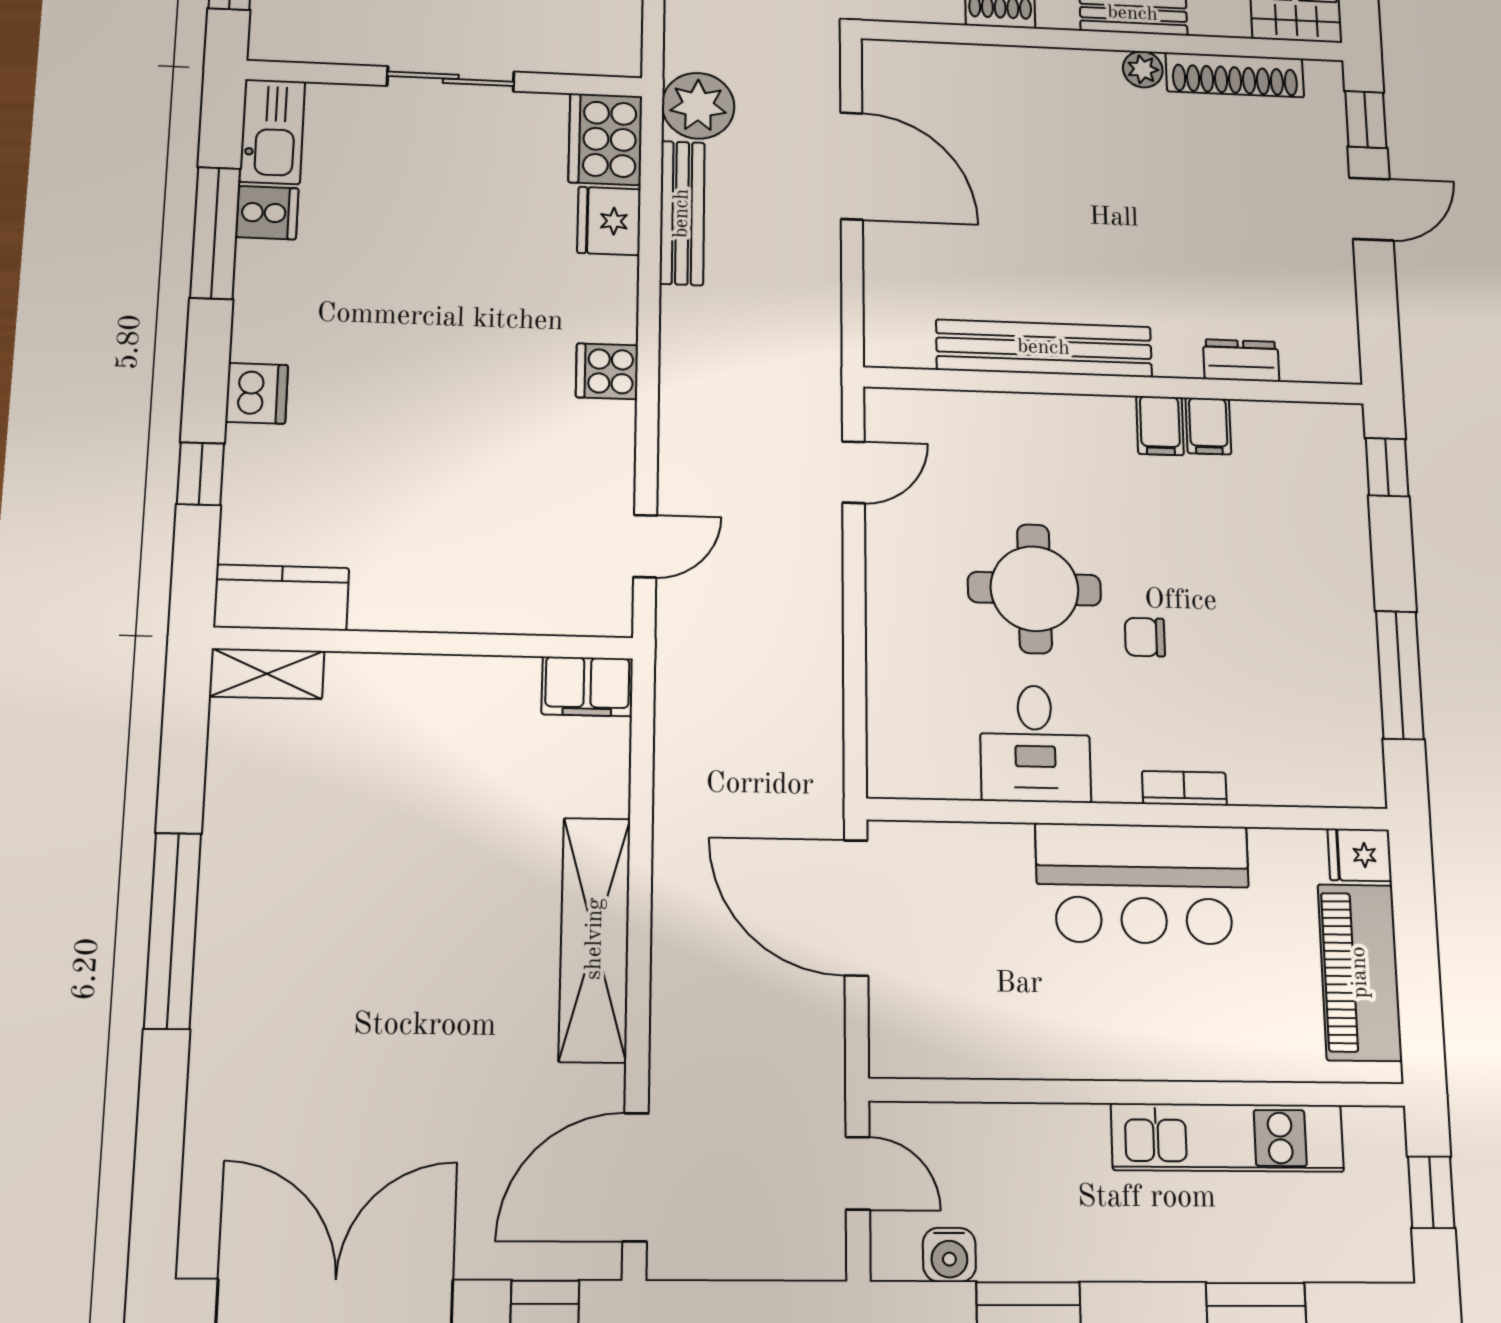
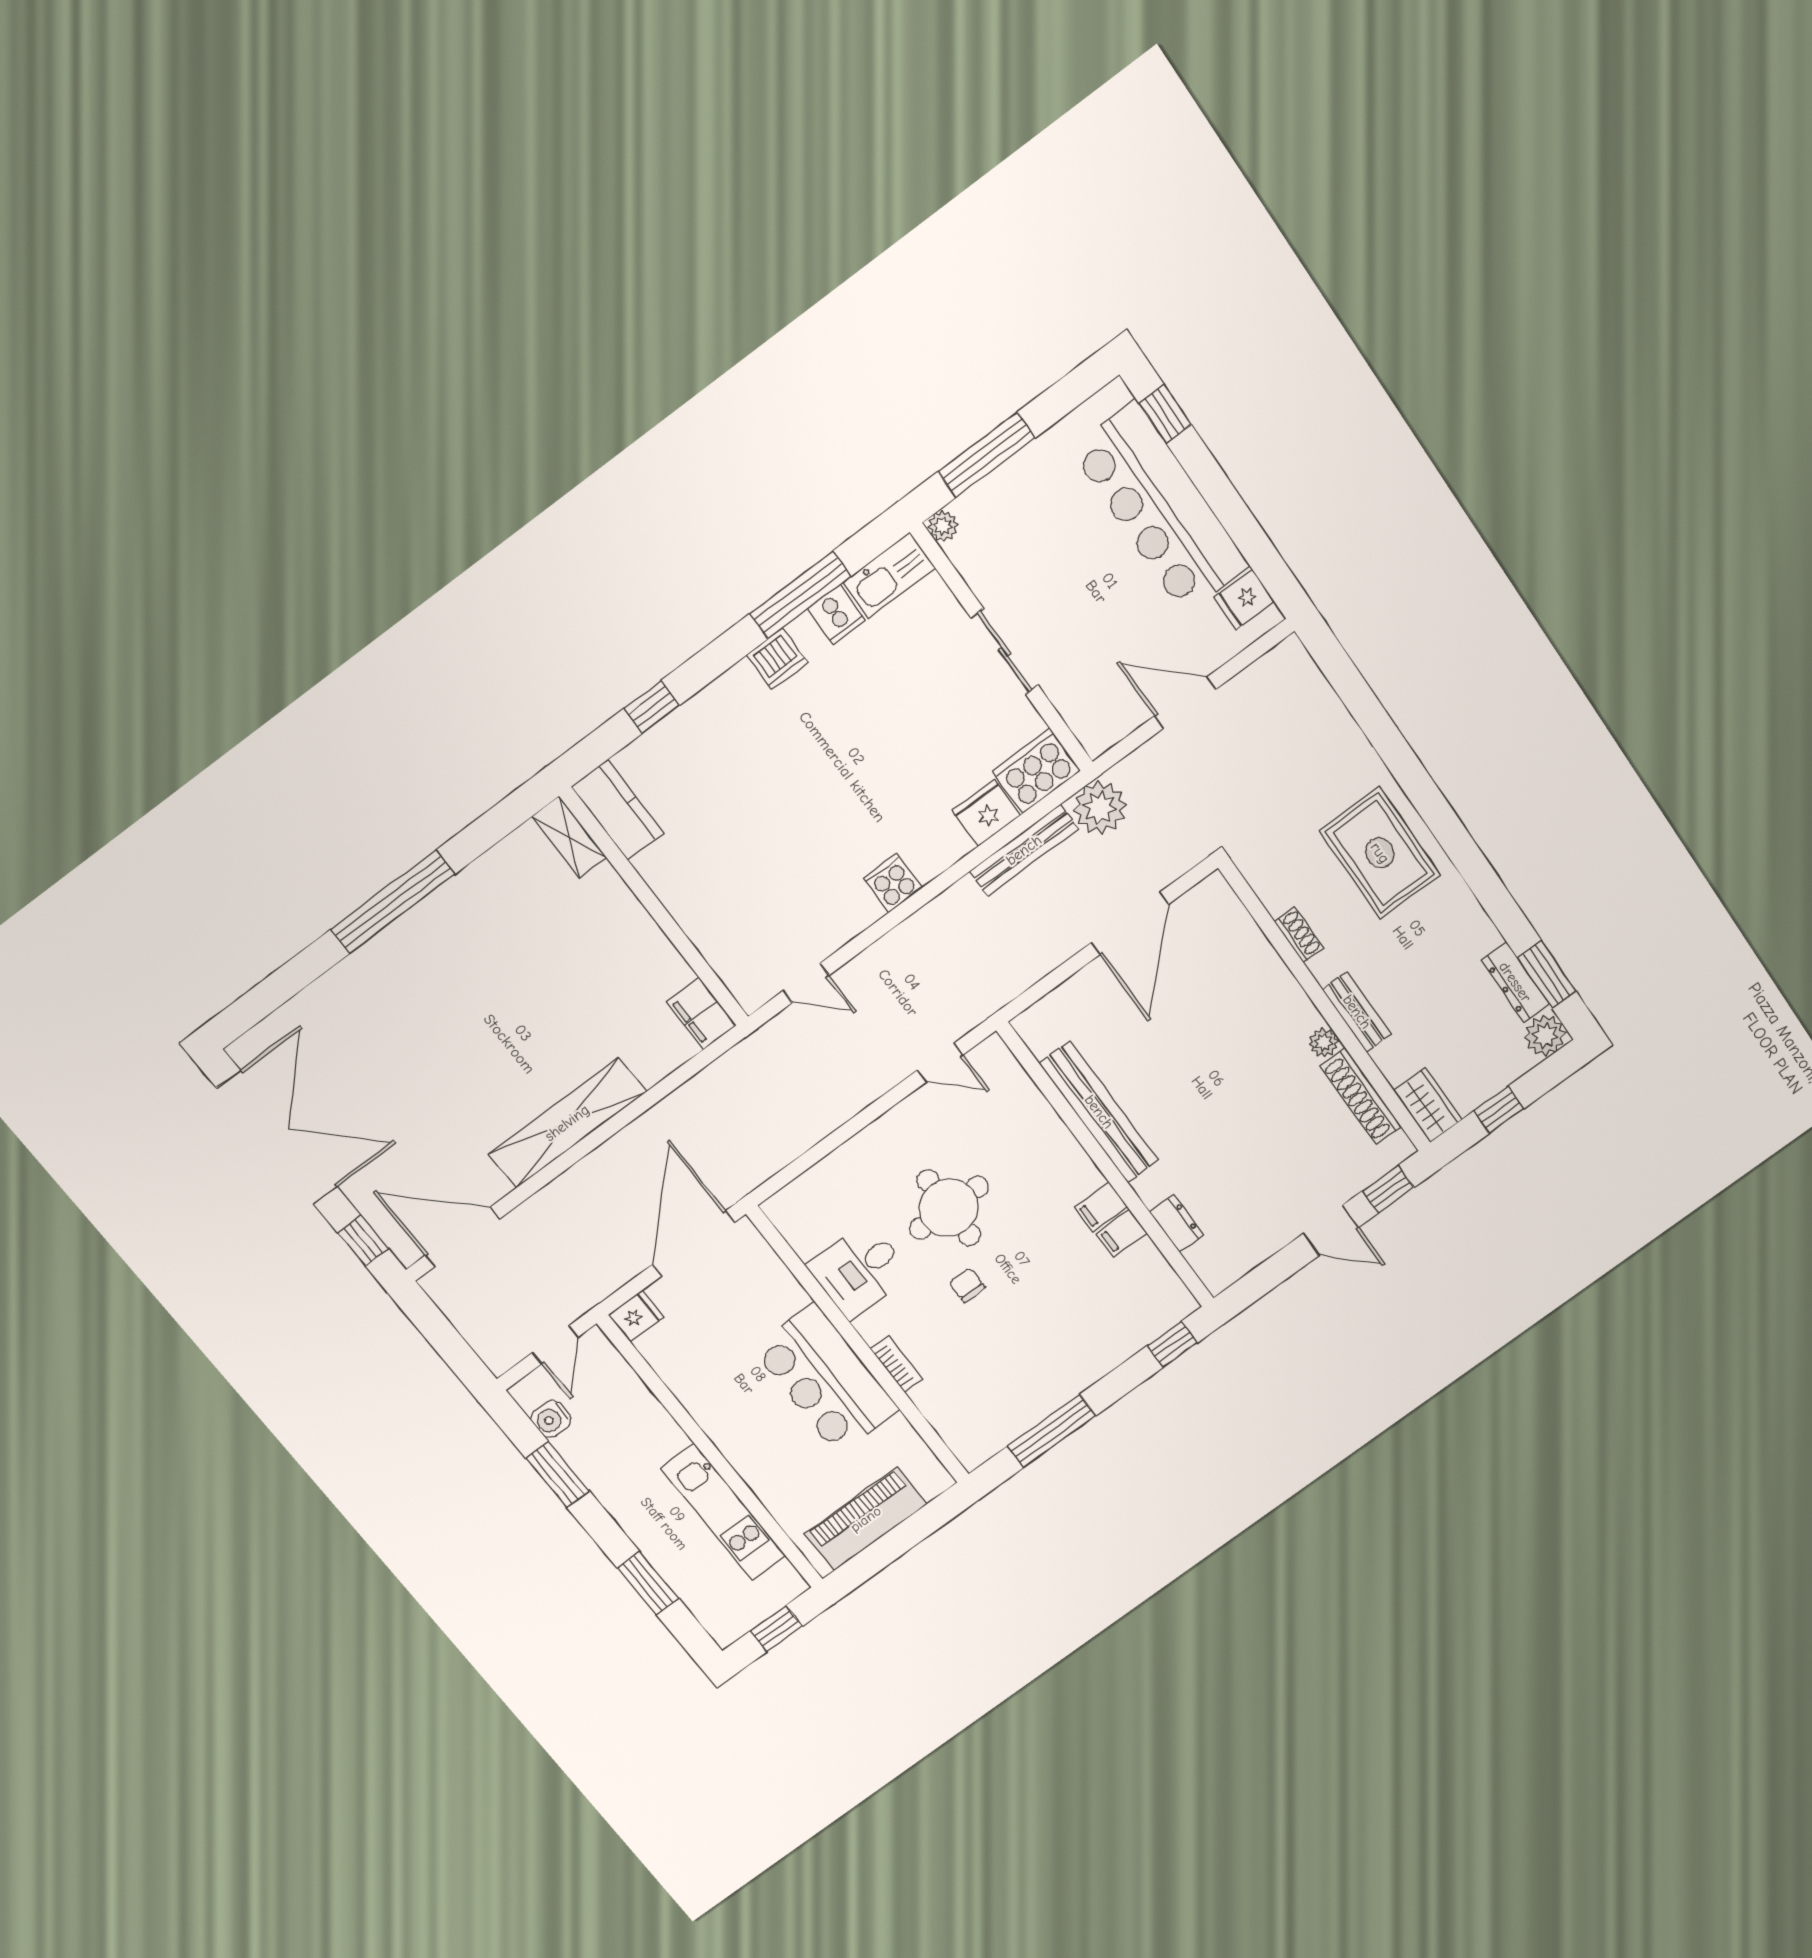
plant: (268, 43) -> (943, 526), added
dishwasher: (257, 393) -> (777, 659), moved
fridge: (1360, 855) -> (636, 1316), moved, turned 90

